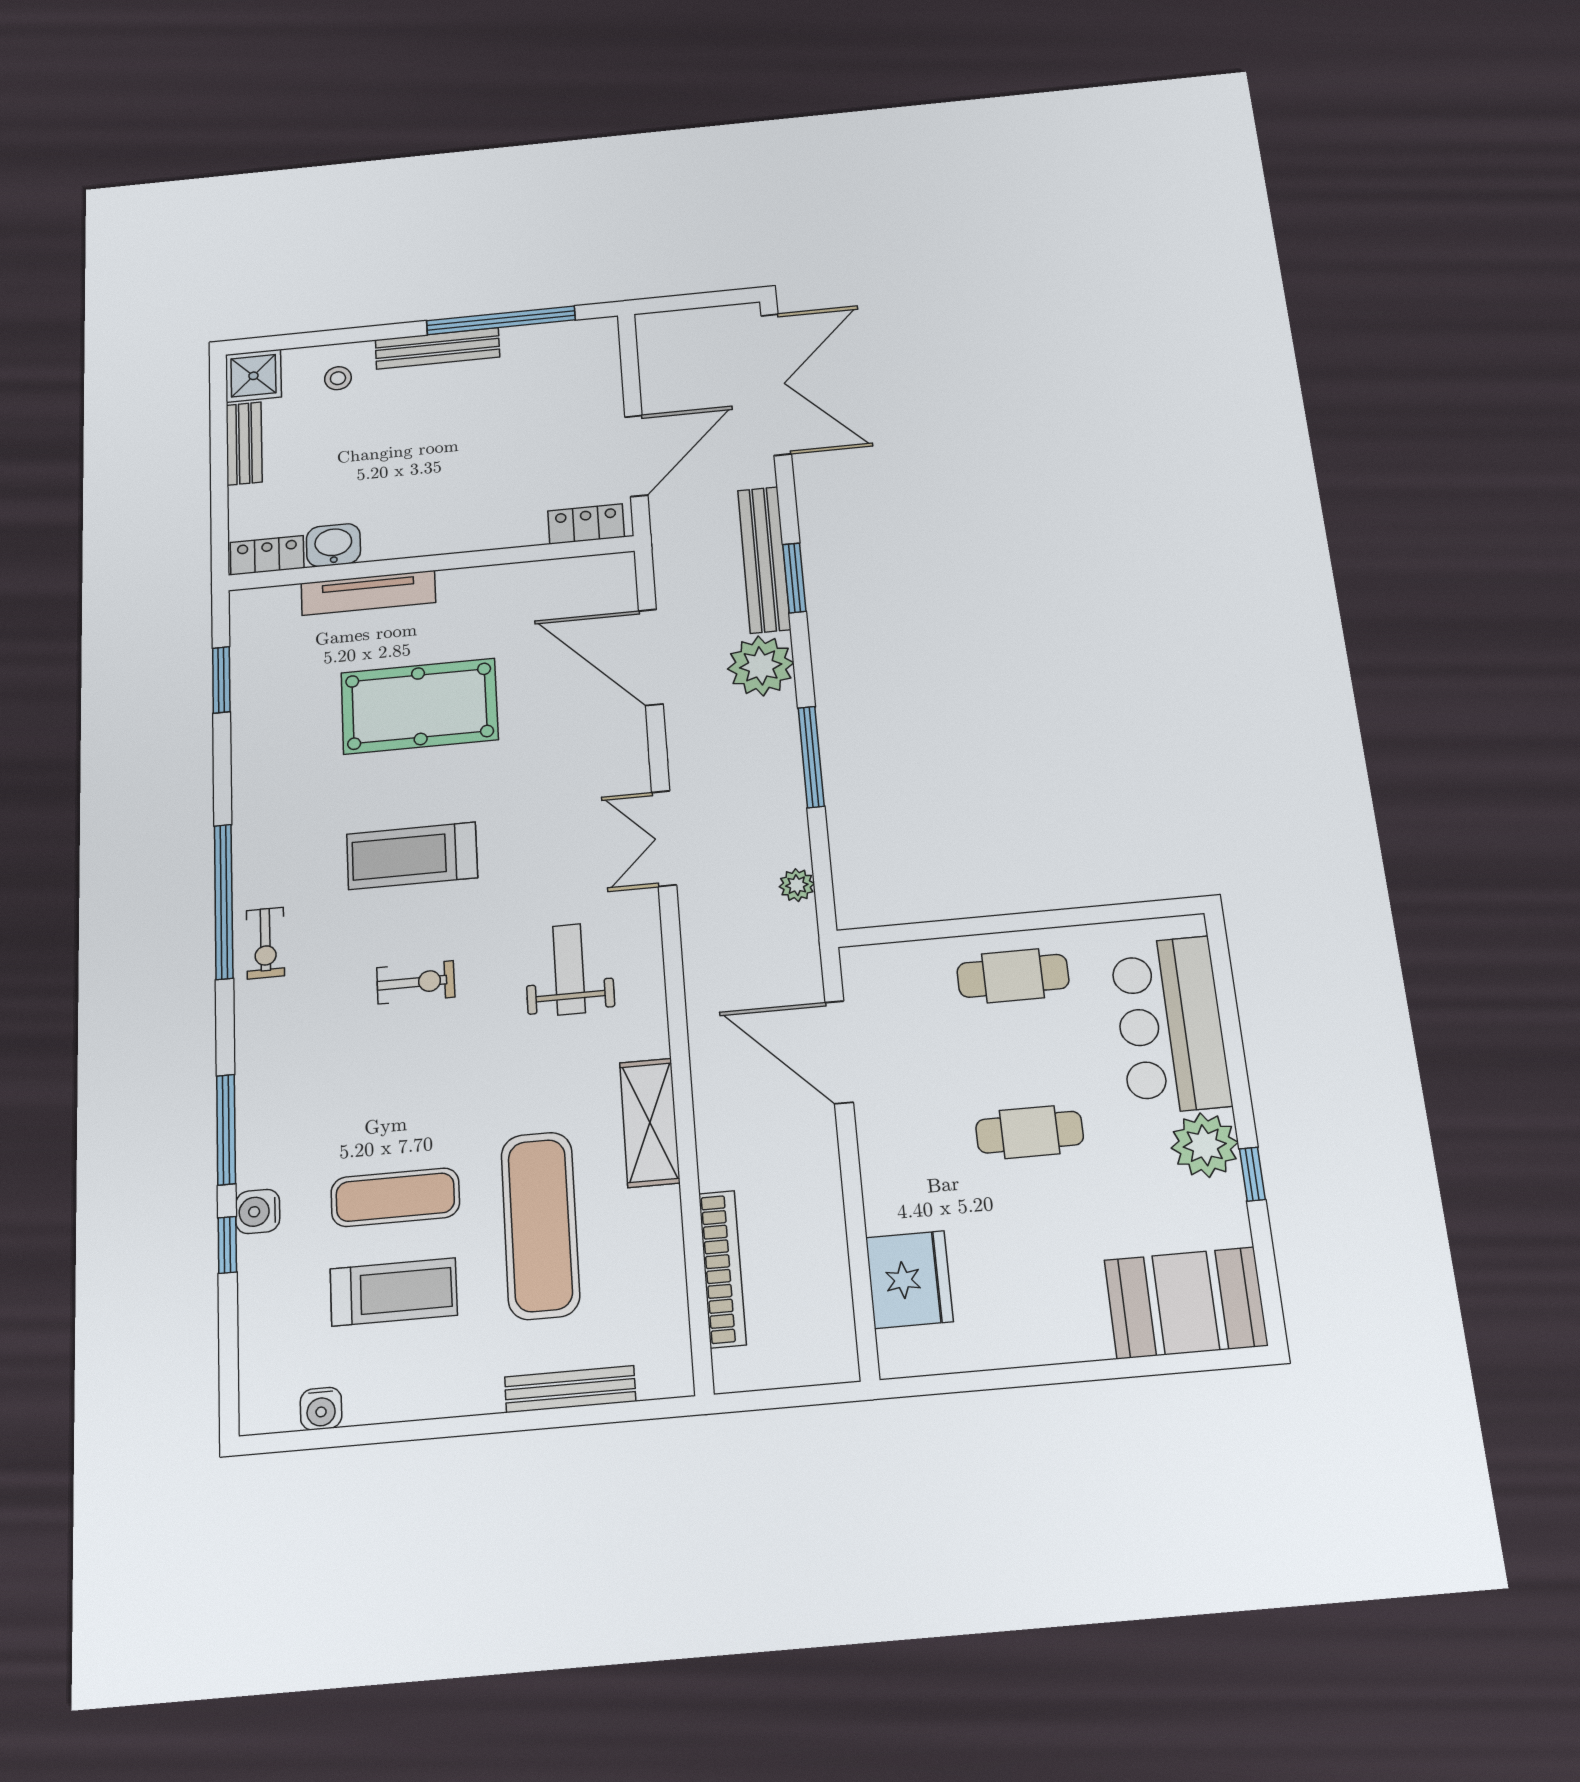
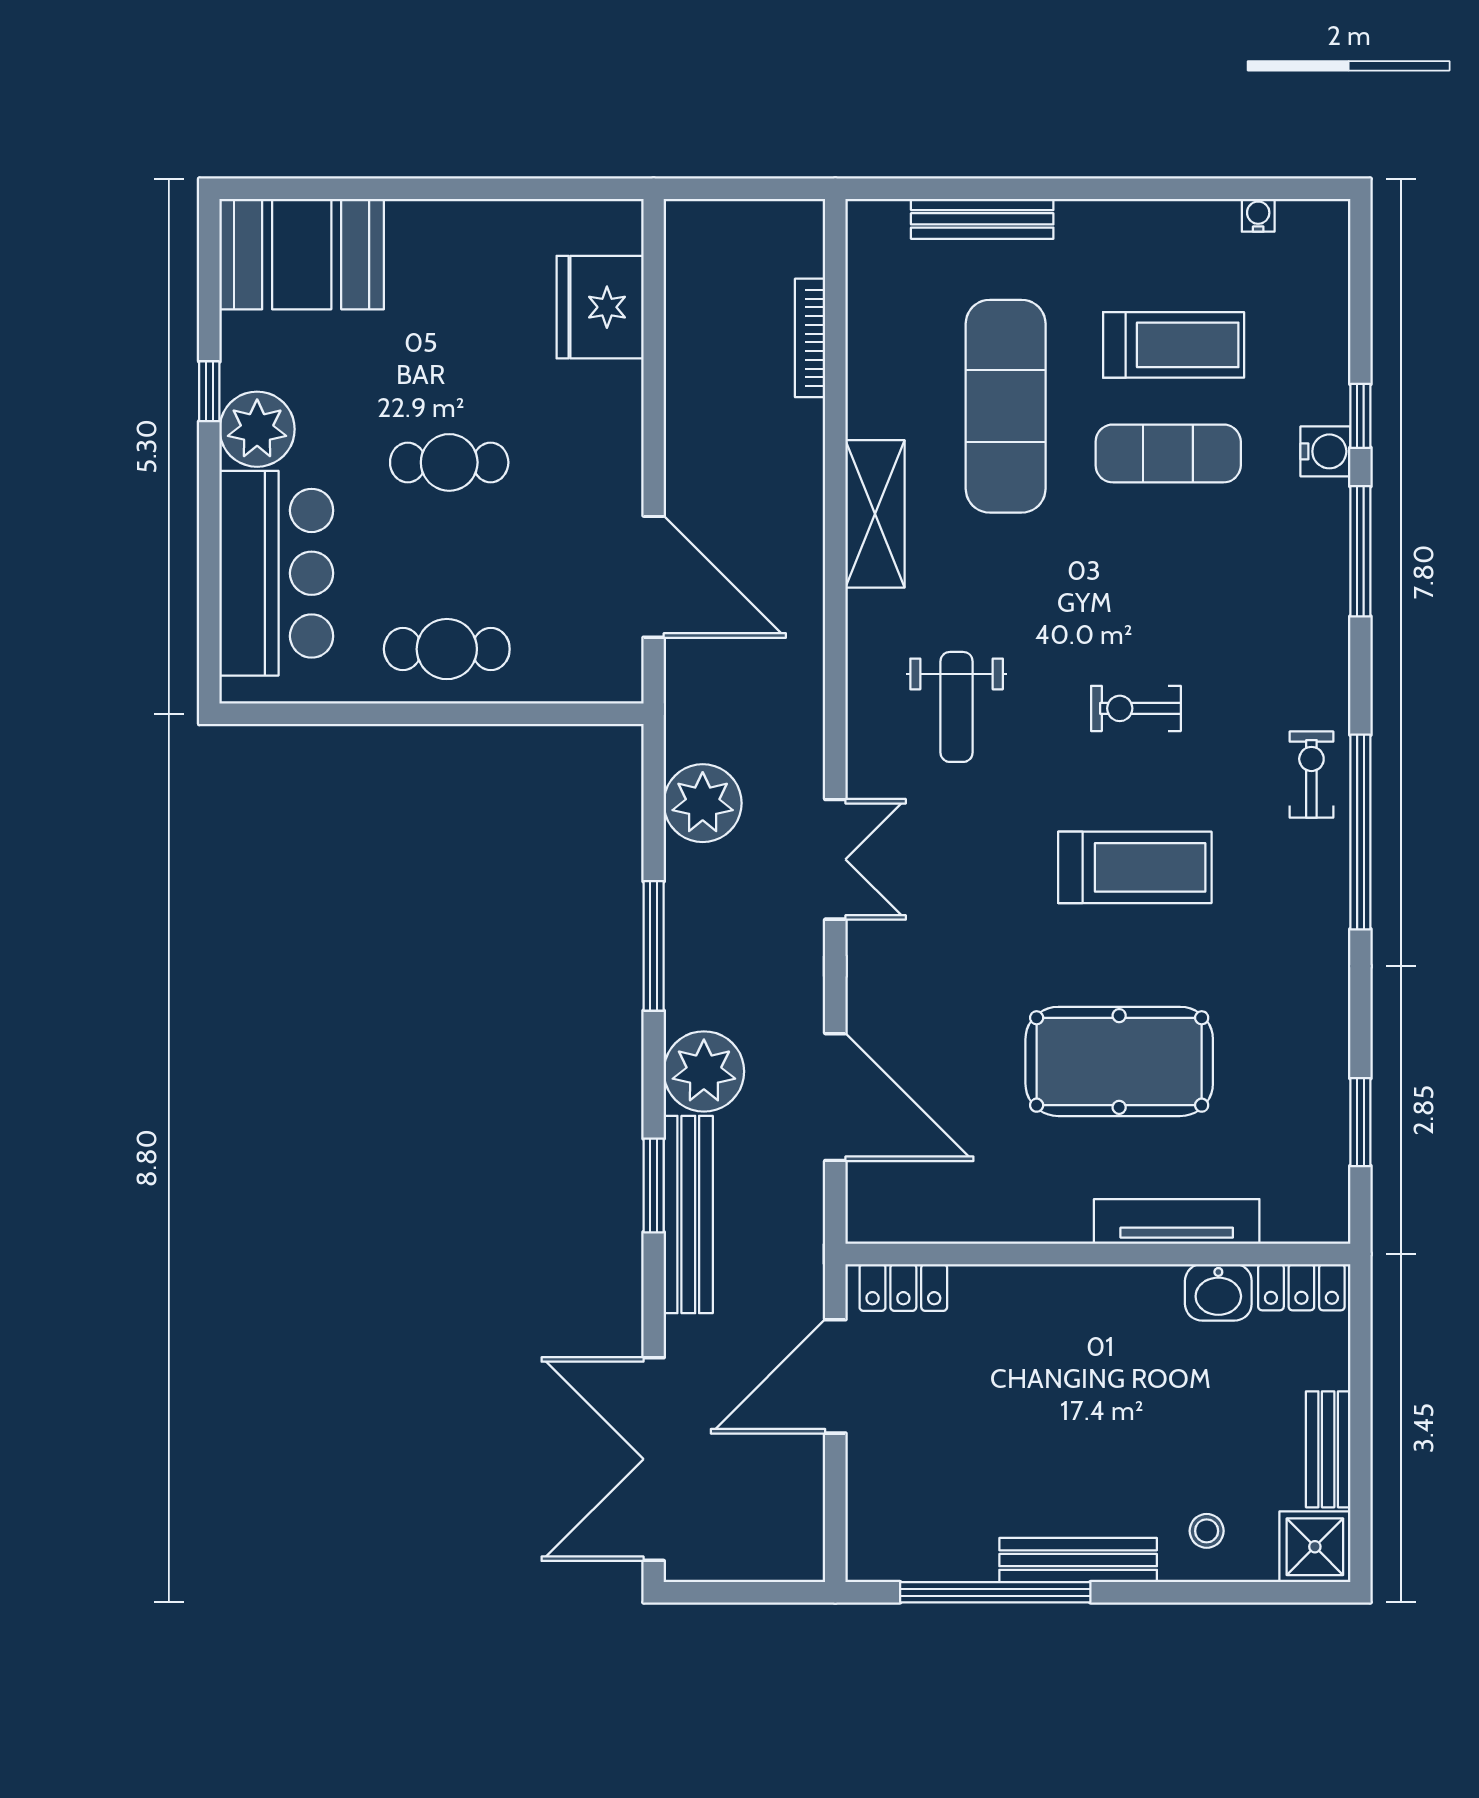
plant: (797, 885) -> (703, 803), width x1.88, depth x1.88
bookcase: (722, 1269) -> (810, 338), width x0.68, depth x0.76
treadmill: (394, 1292) -> (1174, 345), turned 180
water cooler: (321, 1409) -> (1258, 215), width x0.72, depth x0.72

